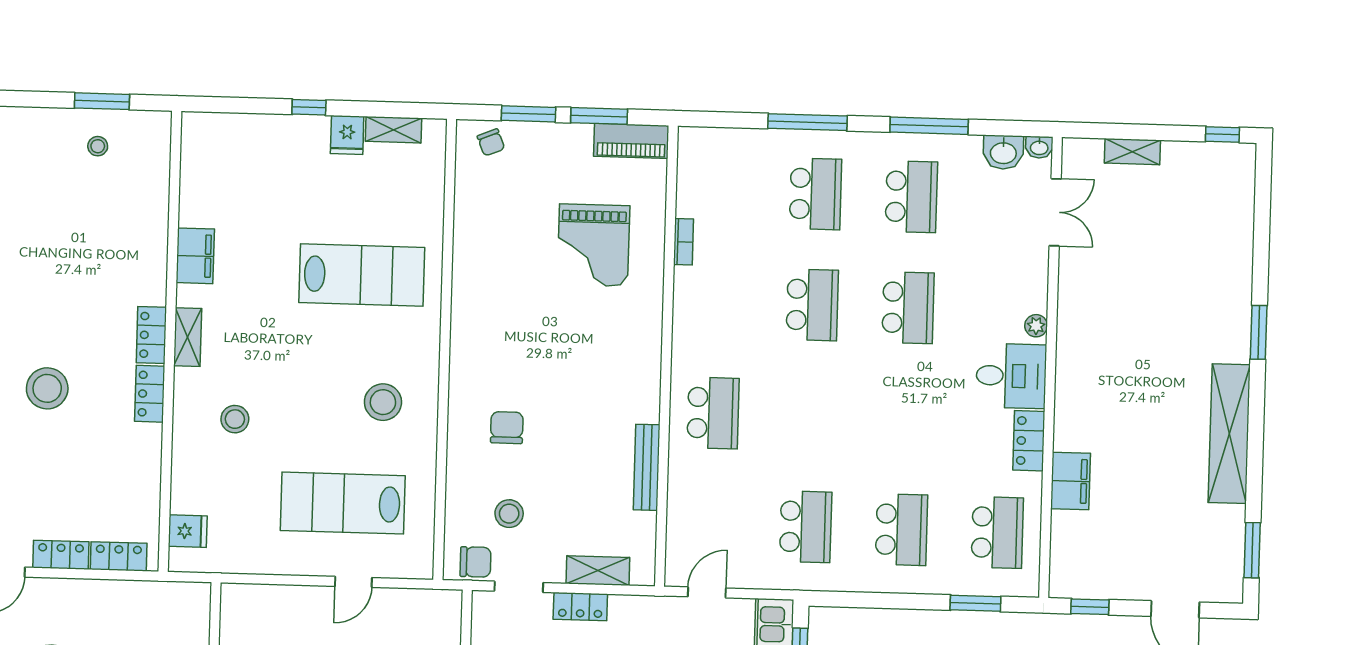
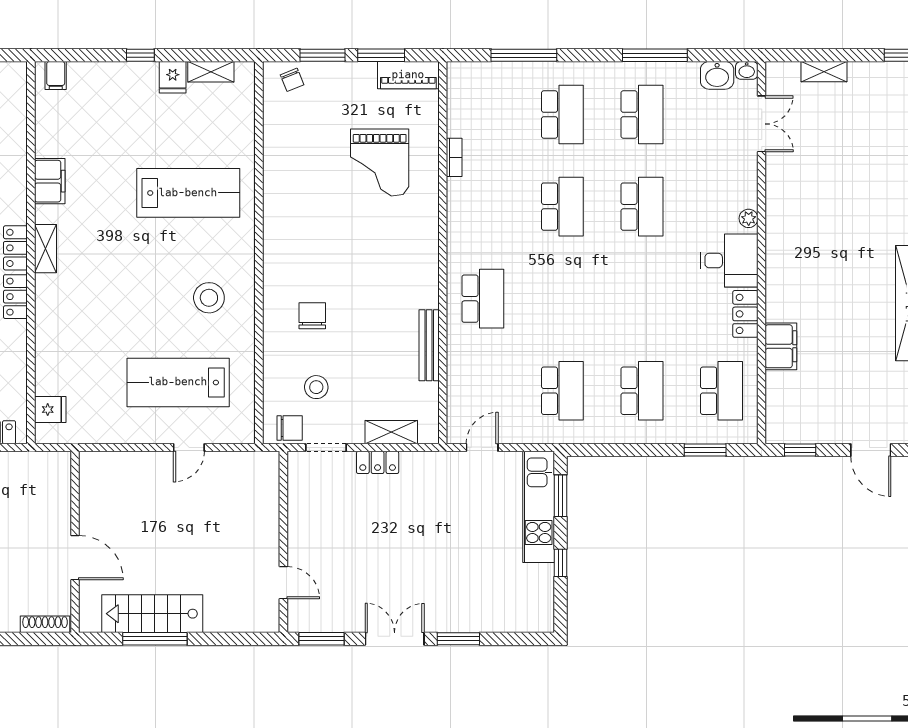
window: (807, 122) -> (524, 55), moved
filing cabinet: (206, 129) -> (56, 75), added
stool: (235, 419) -> (87, 315), removed

